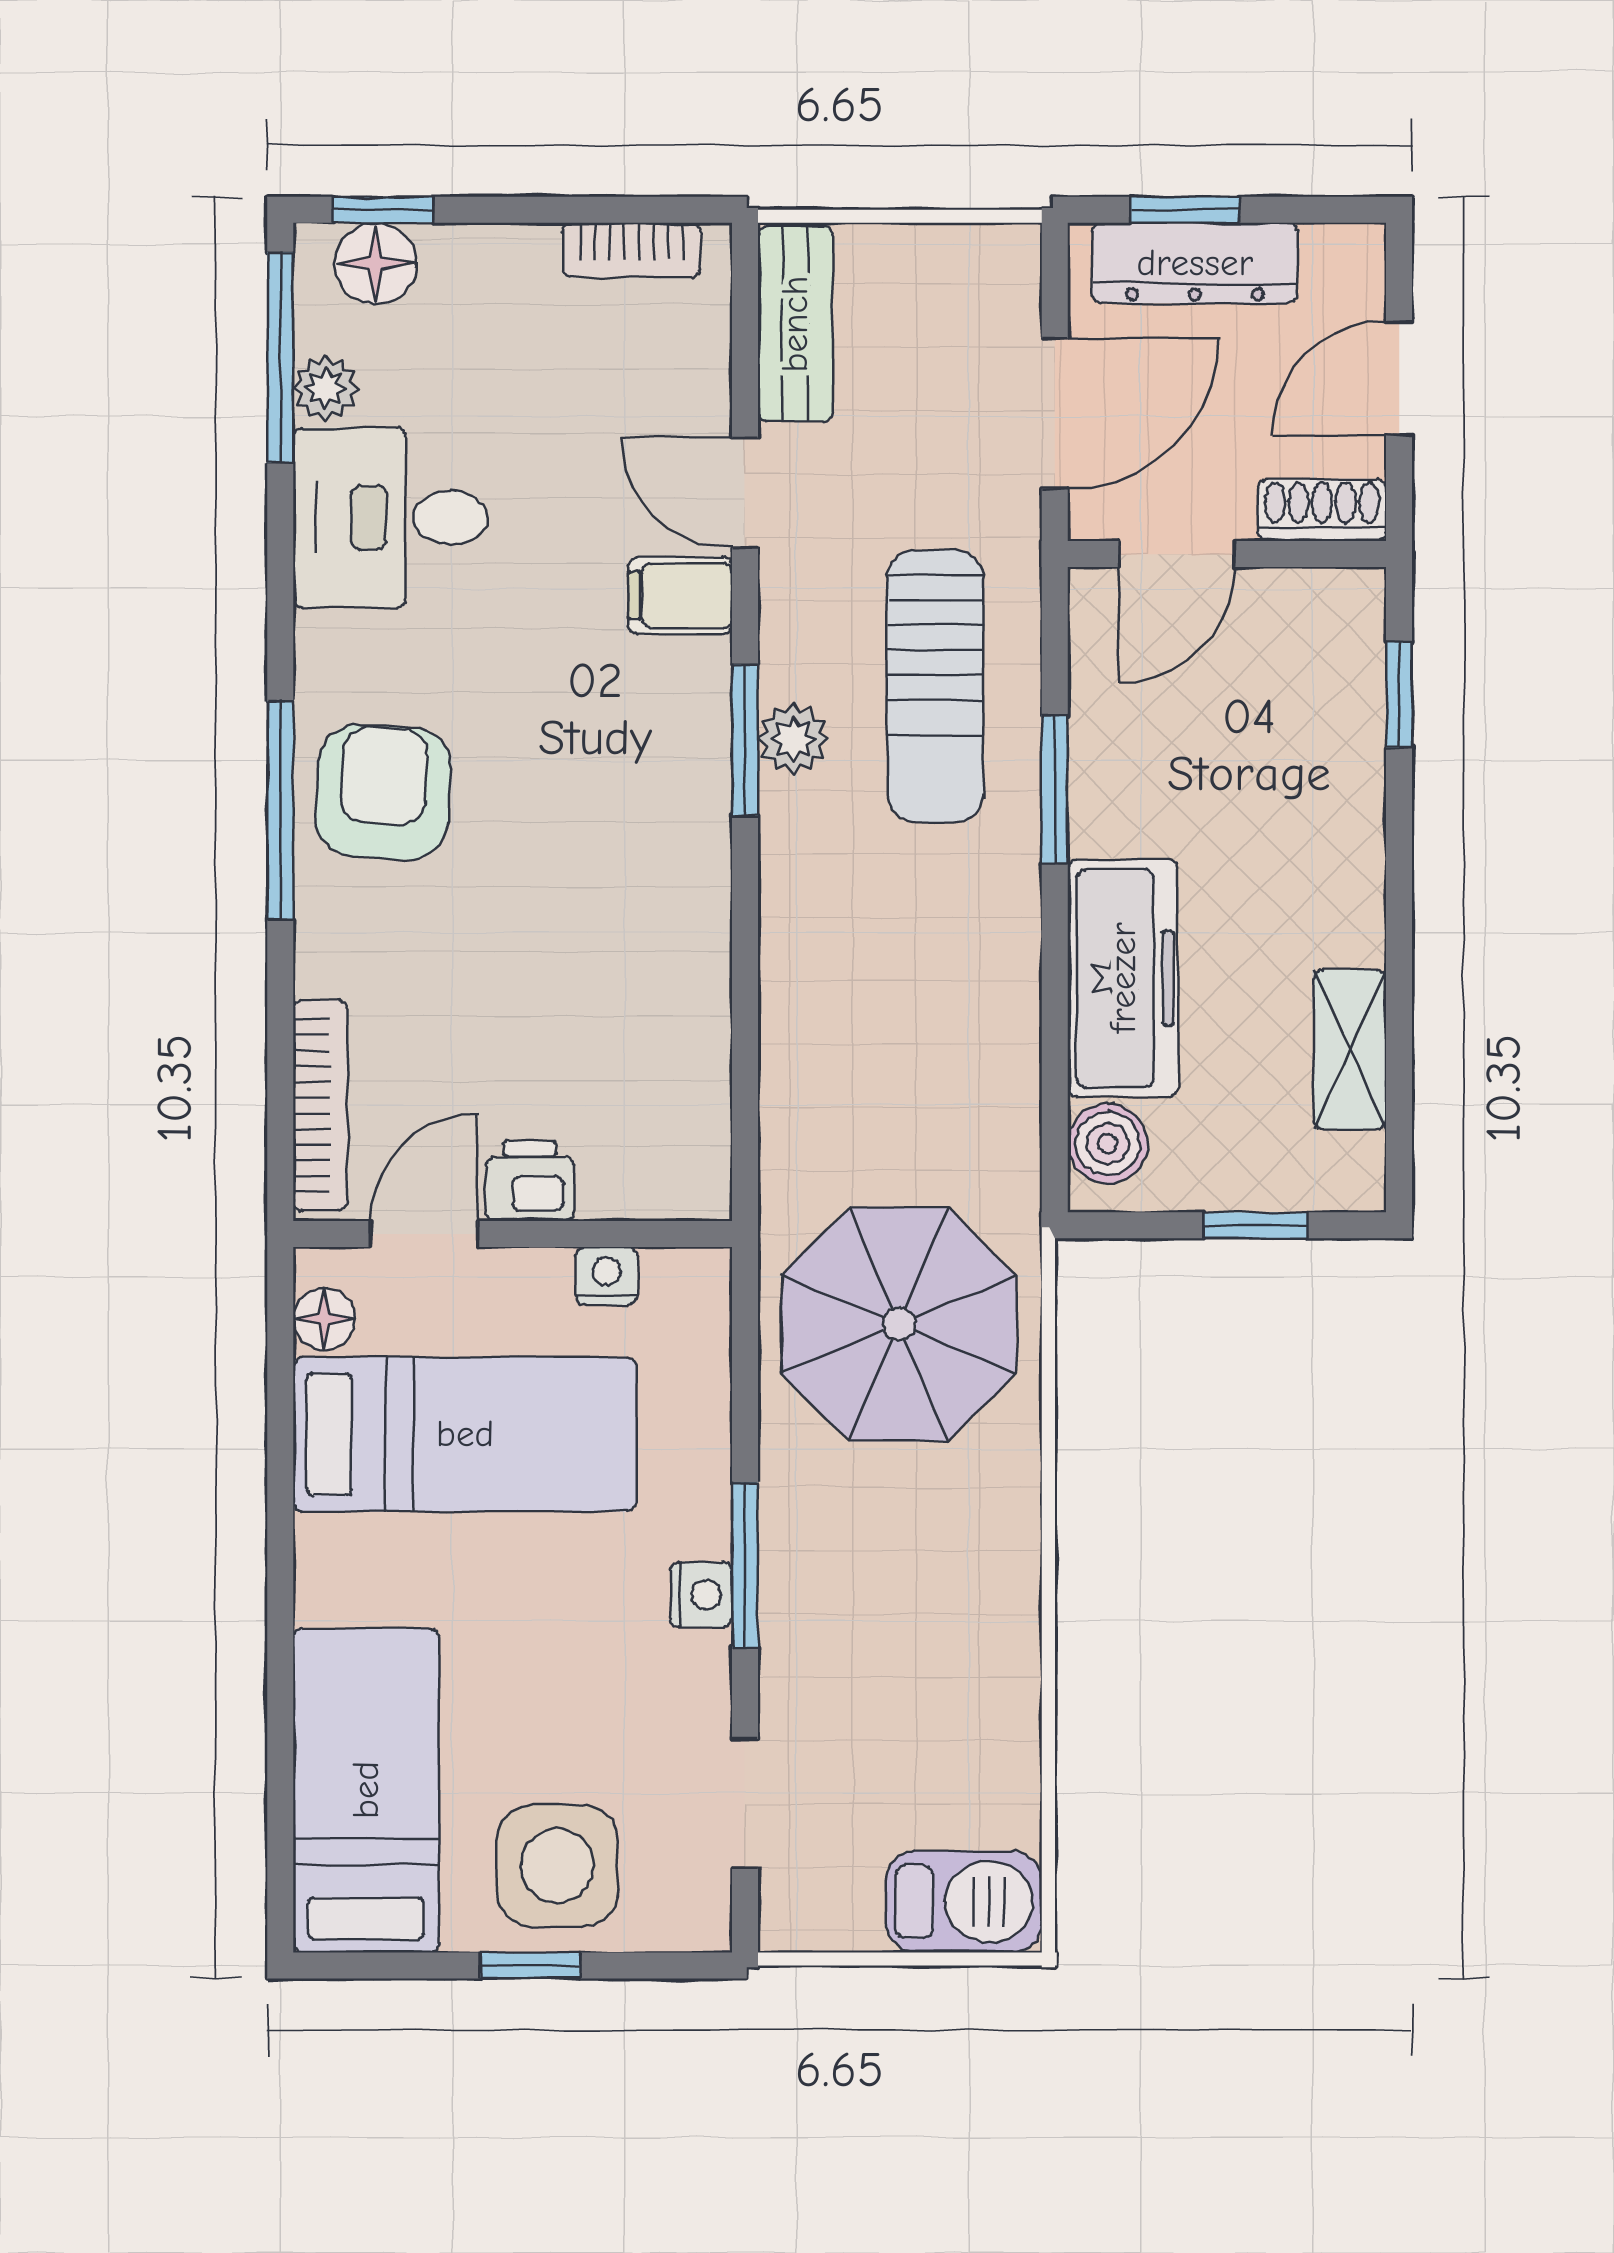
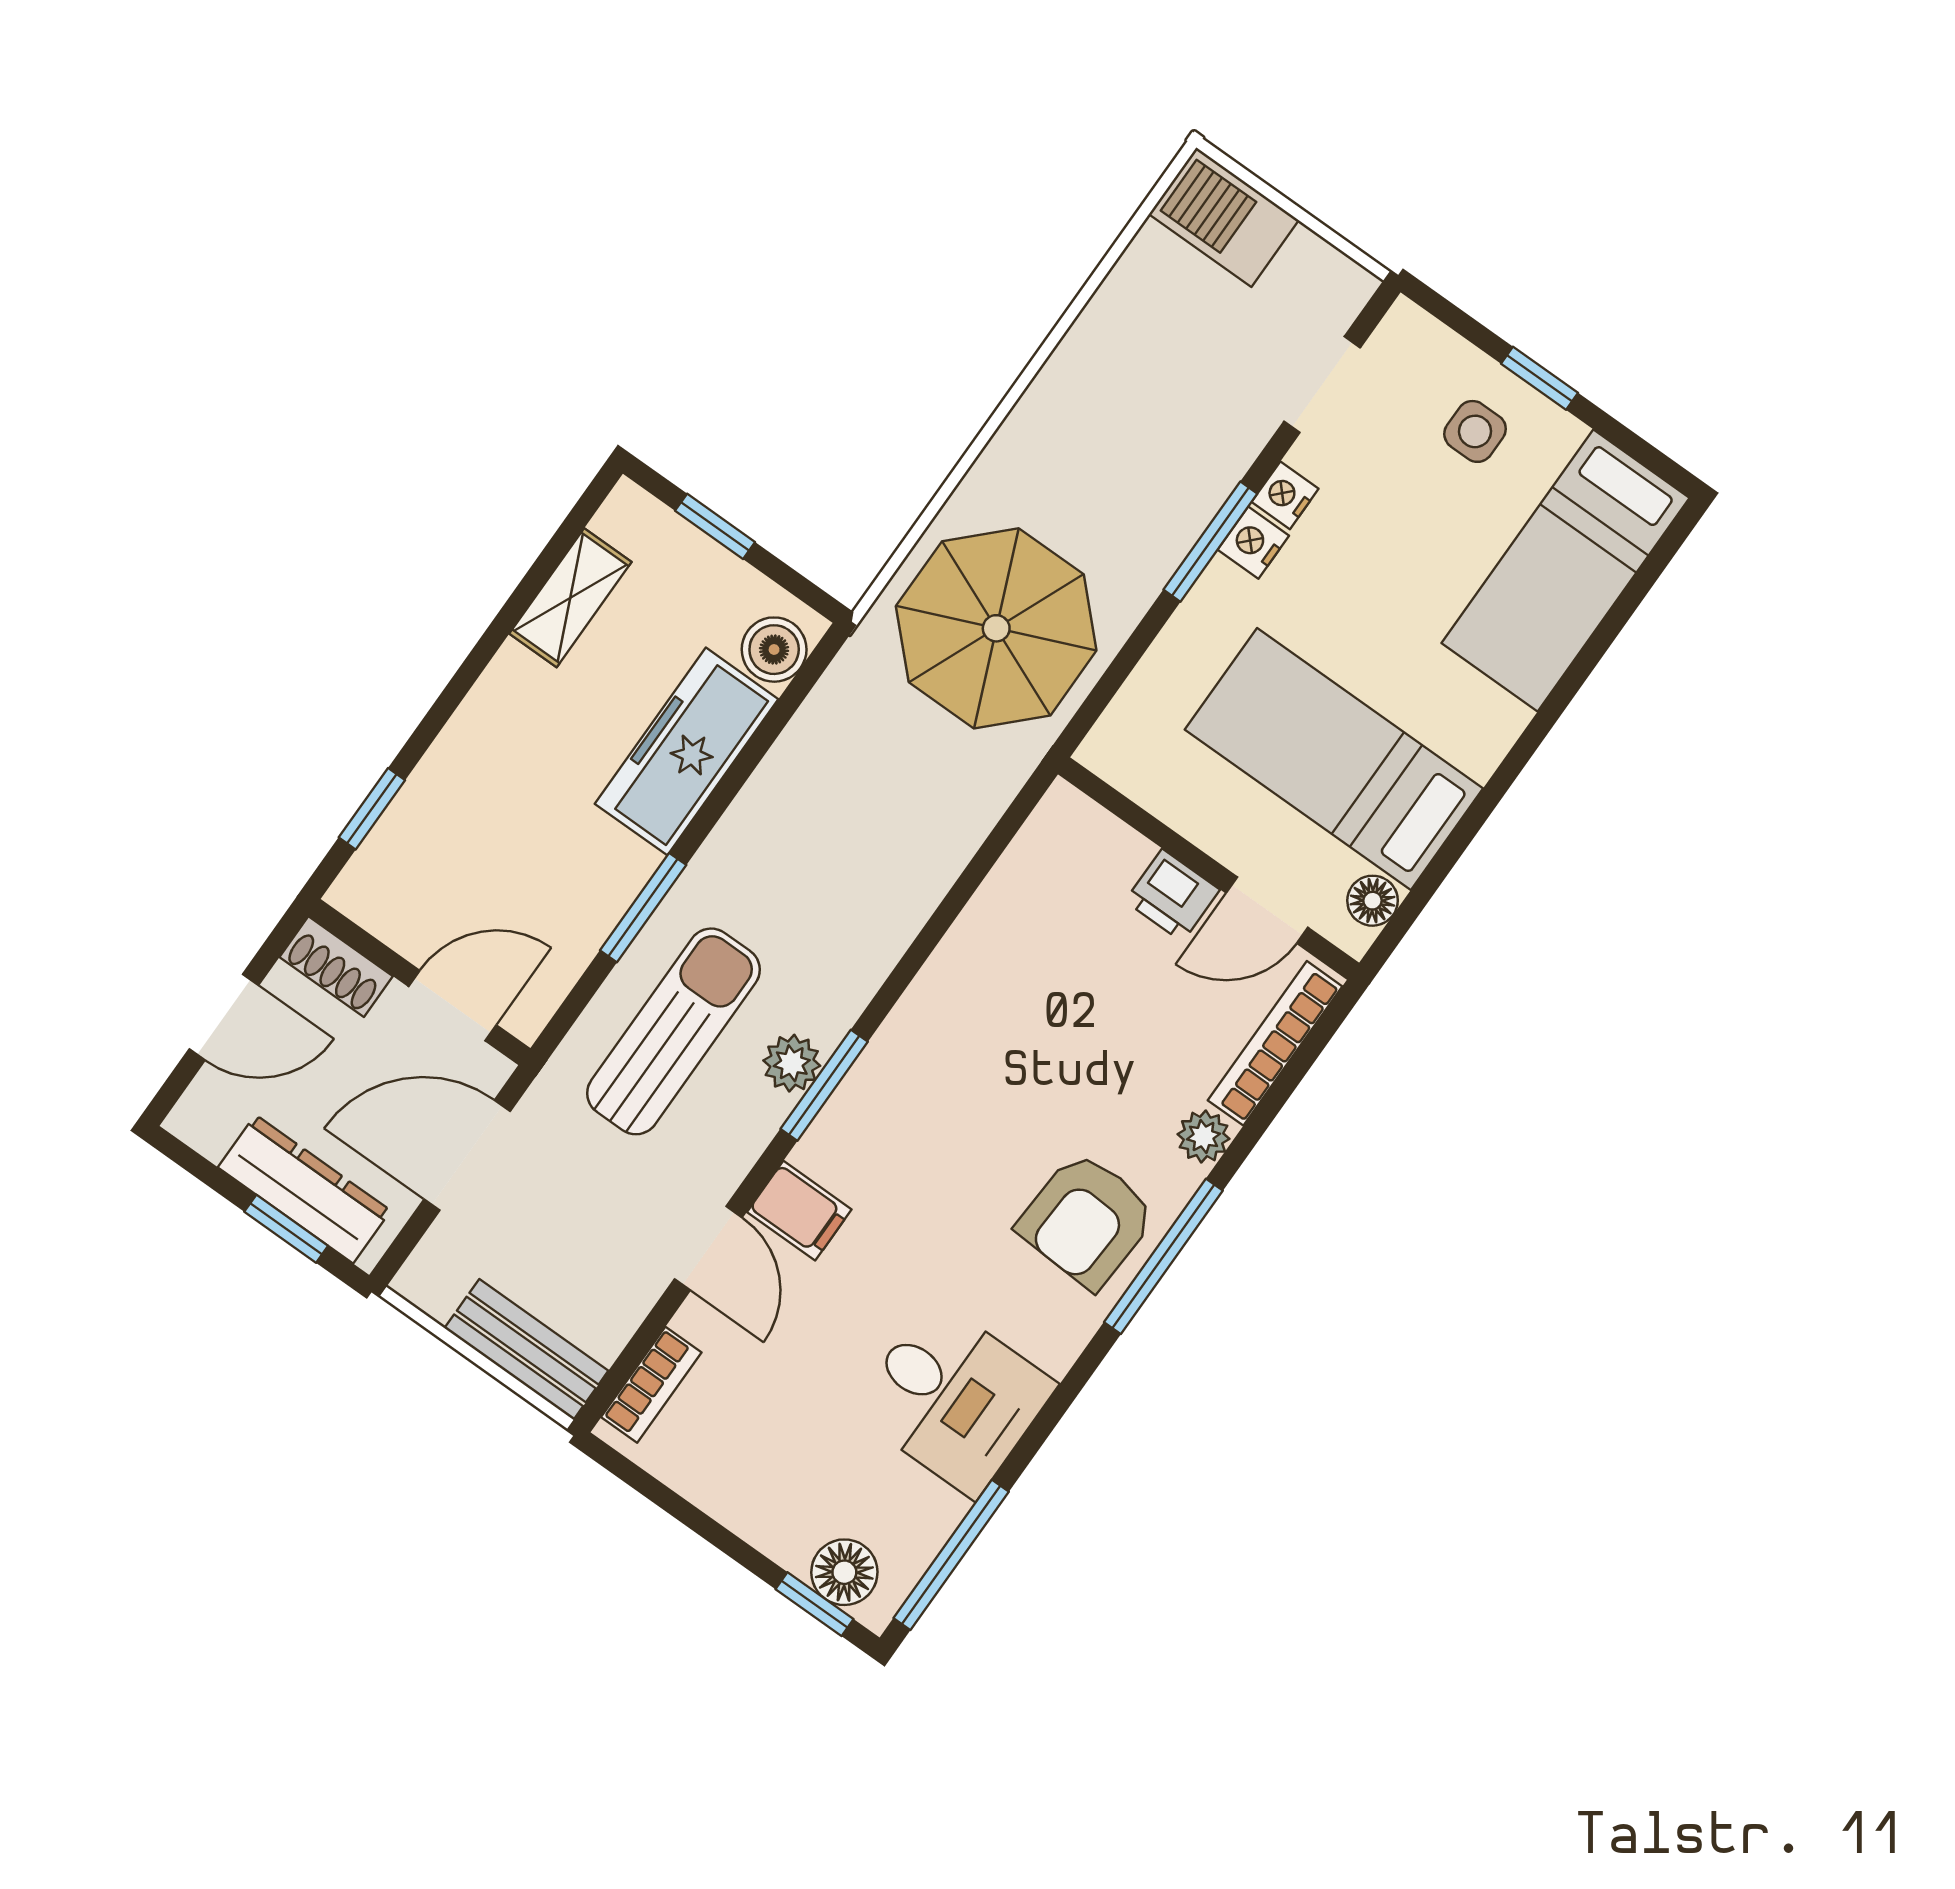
bookcase: (632, 250) -> (651, 1385), moved, turned 90
bench: (795, 324) -> (526, 1349), moved, turned 90
plant: (326, 388) -> (1203, 1136), moved
nightstand: (607, 1276) -> (1285, 495), moved, turned 90
side table: (557, 1866) -> (1475, 431), width x0.54, depth x0.54

